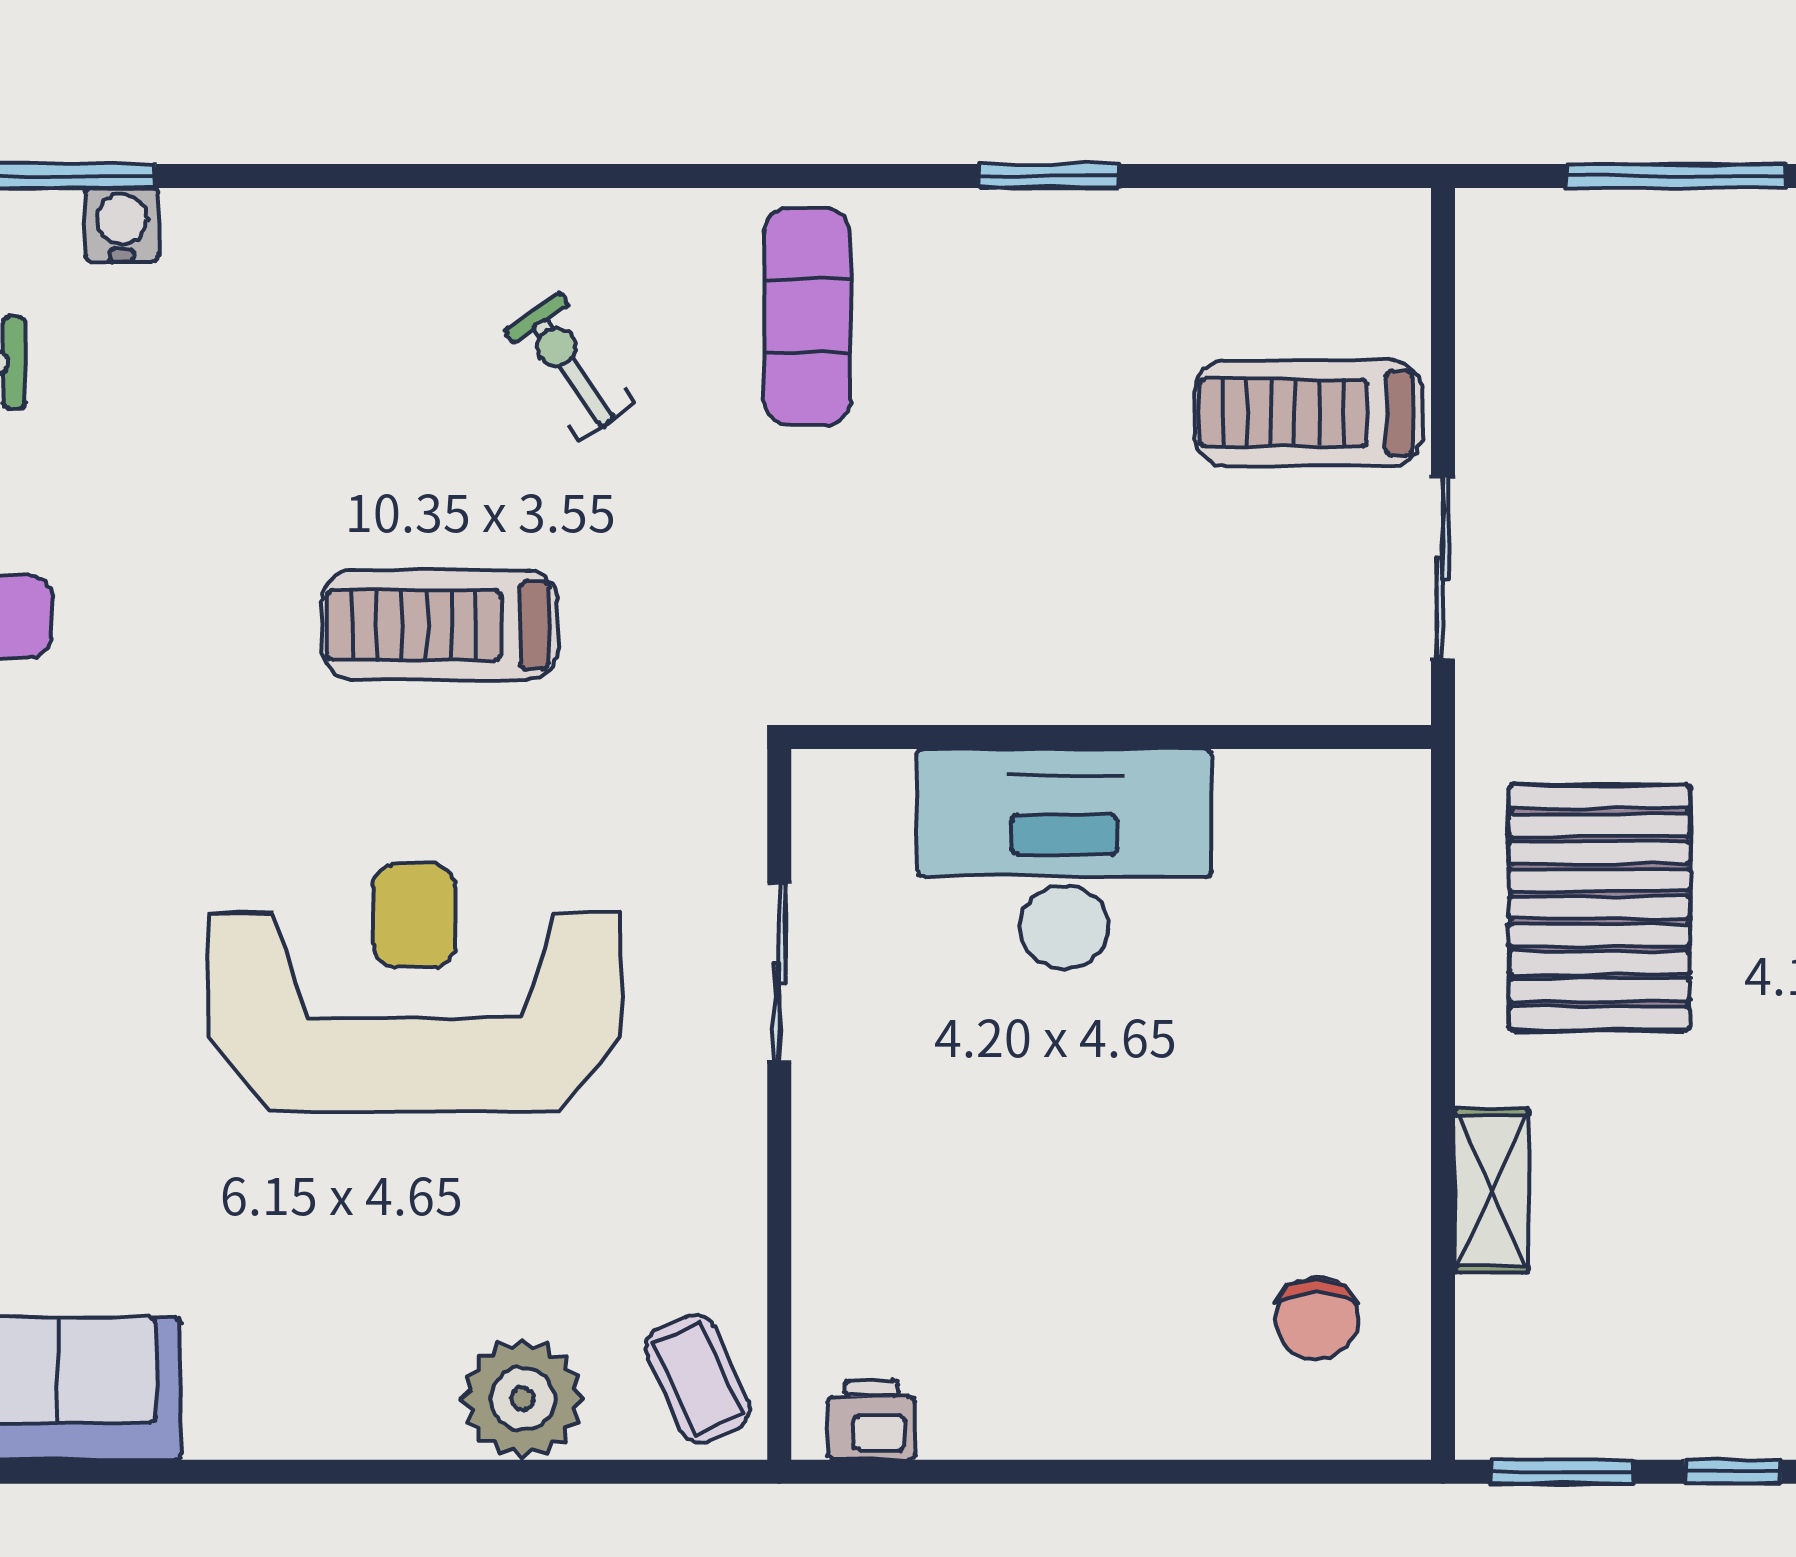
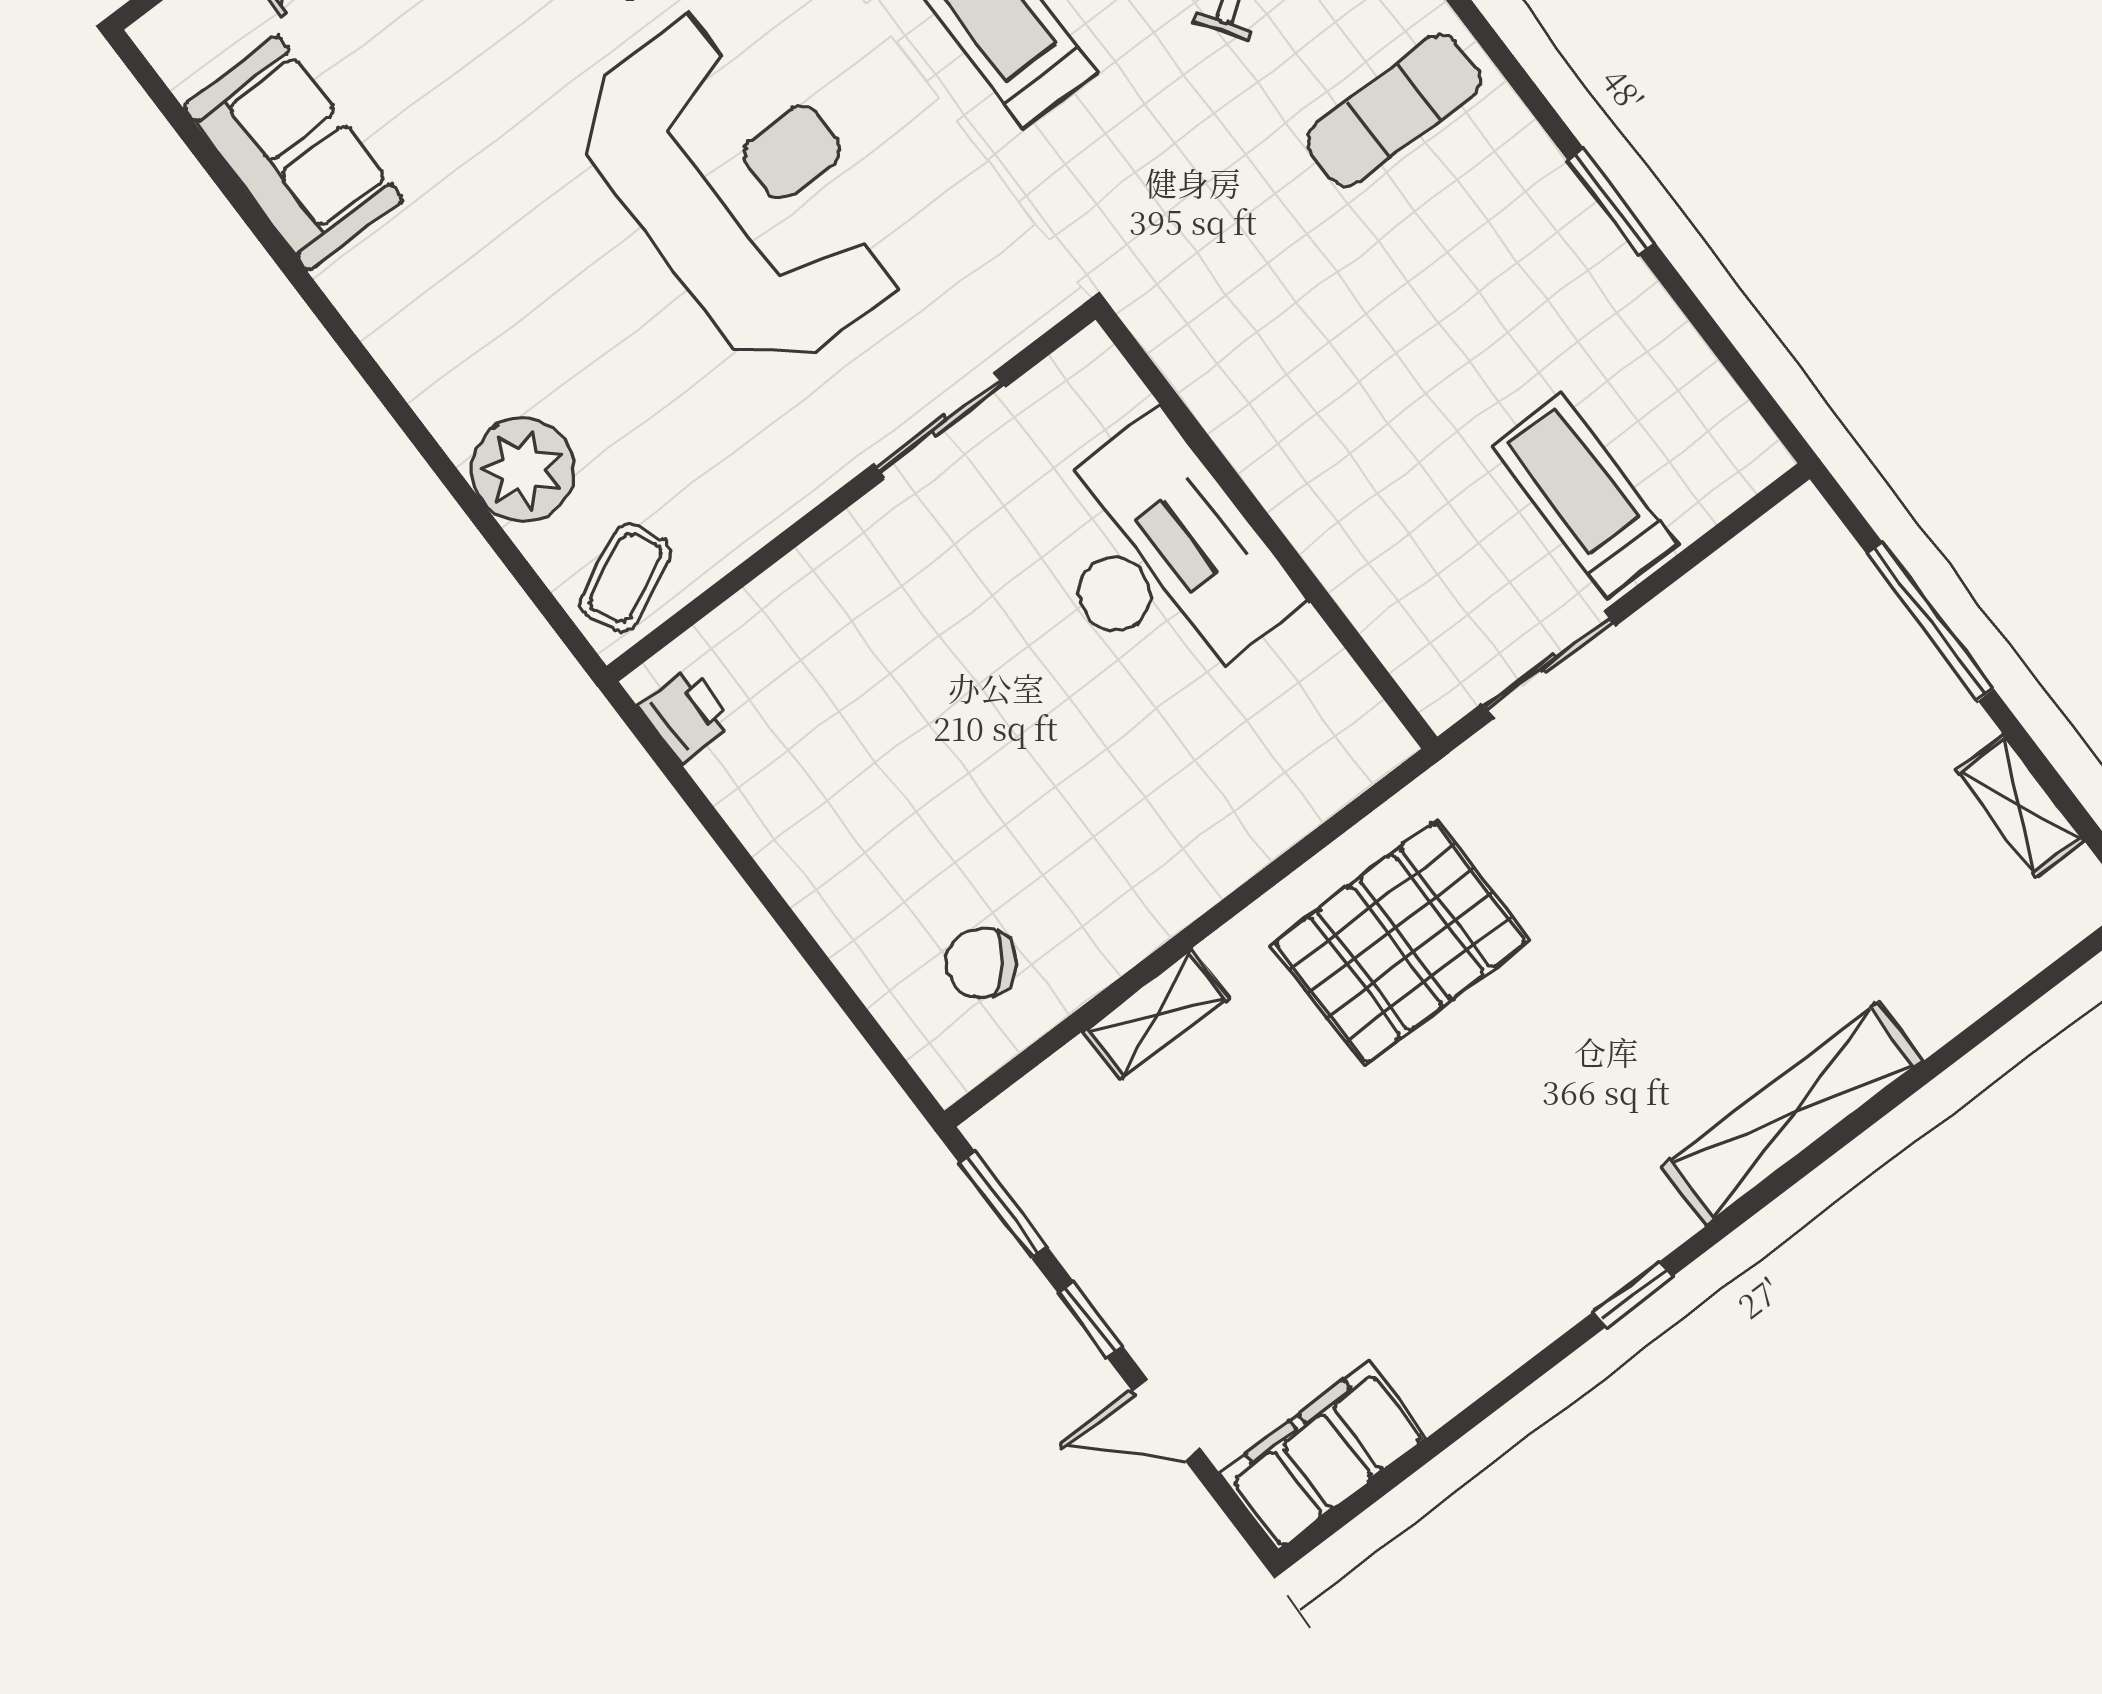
chair: (1317, 1319) -> (981, 962), turned 39

